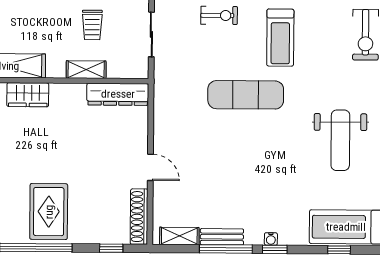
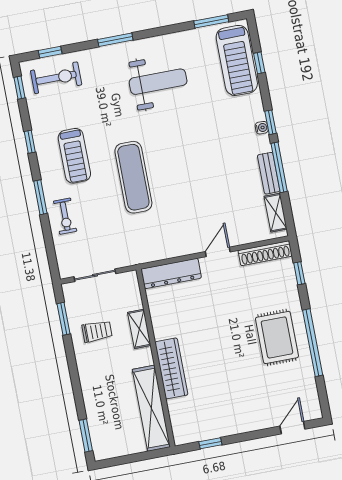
exercise bike: (219, 15) -> (65, 216), turned 180
treadmill: (280, 38) -> (74, 156), turned 90
dresser: (118, 94) -> (171, 273), moved, turned 90
wardrobe: (28, 95) -> (171, 368), width x1.50
rug: (49, 212) -> (277, 337), turned 90

